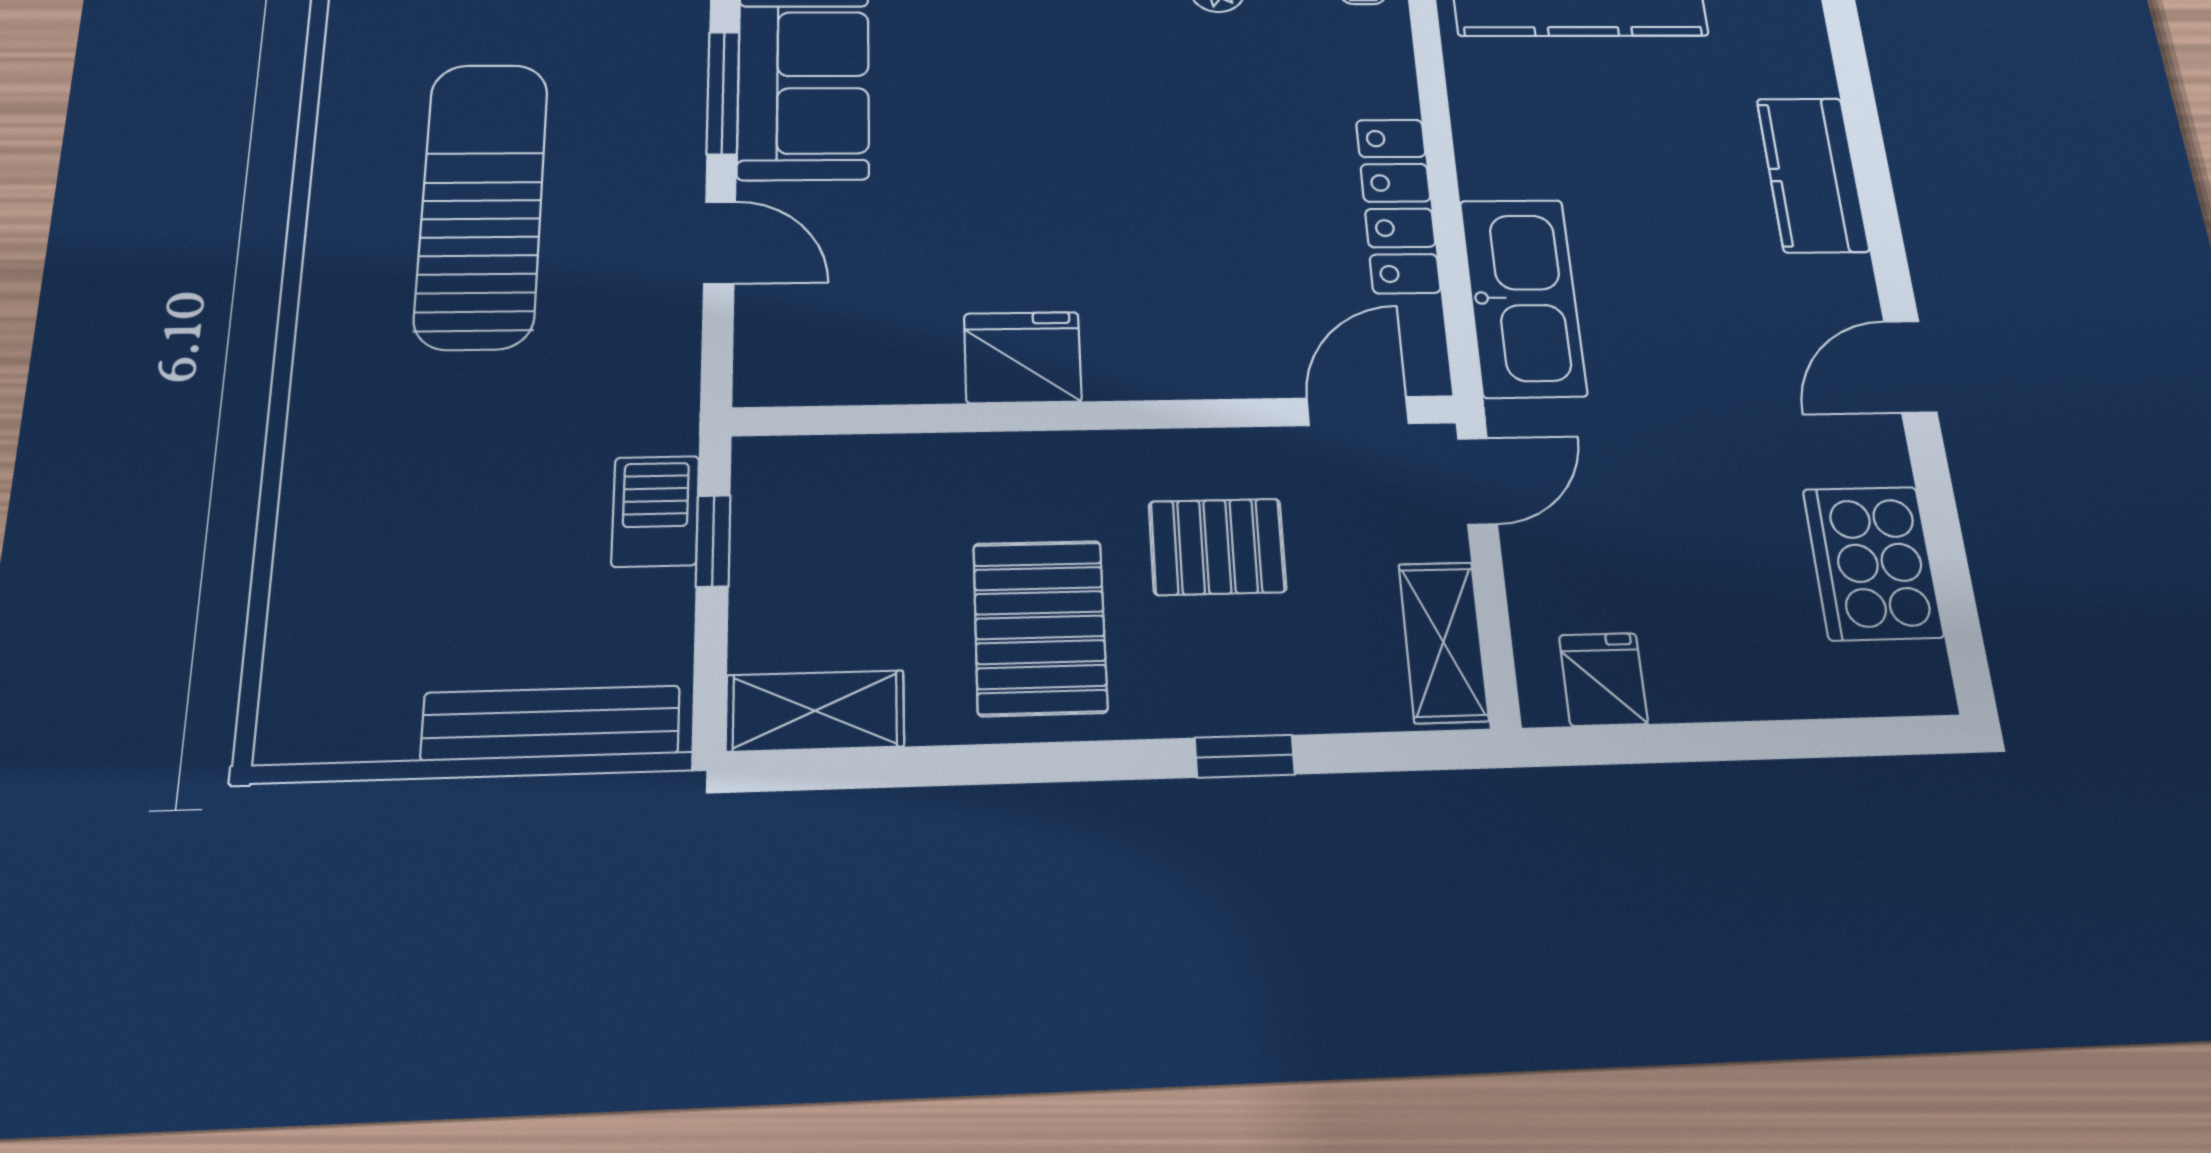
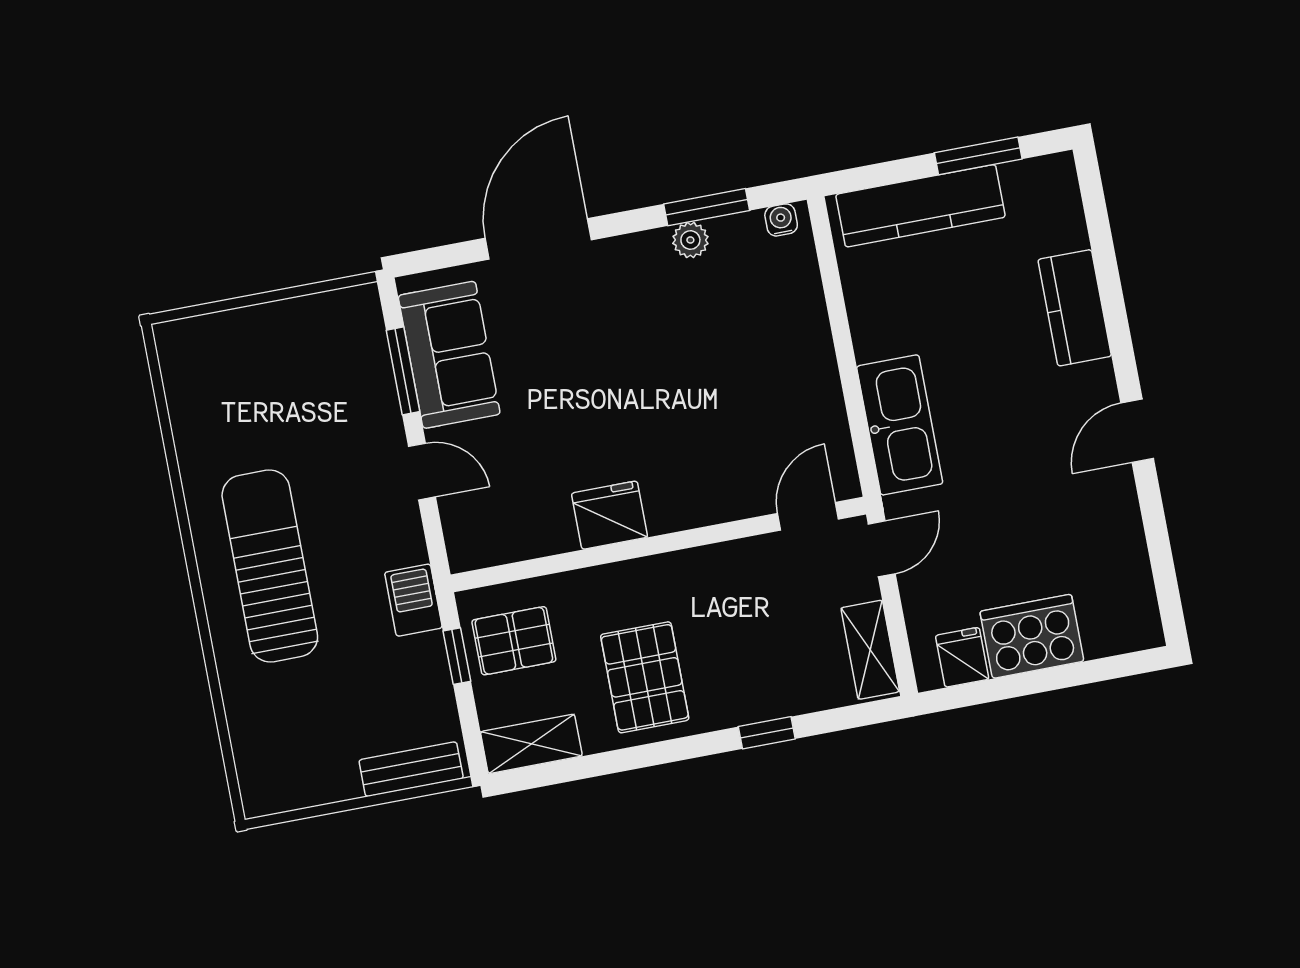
sun lounger: (482, 204) -> (270, 566), moved
locker: (1398, 205) -> (819, 375), removed
barbecue: (655, 511) -> (413, 600), moved
pallet: (1217, 547) -> (514, 641), moved
cooker: (1873, 563) -> (1032, 636), moved, turned 90
bench: (551, 723) -> (411, 769), width x0.73

